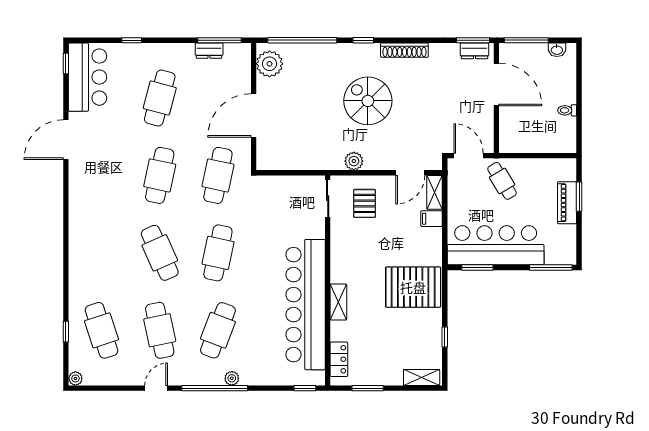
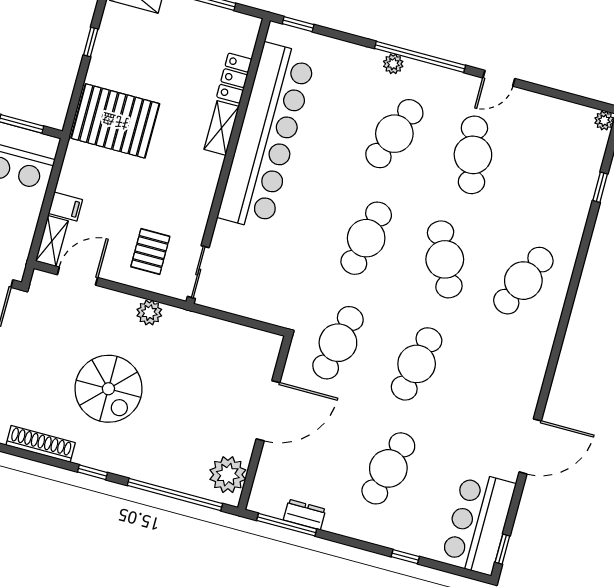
cafe table: (102, 330) -> (523, 281), moved, turned 42
locker: (339, 359) -> (234, 78), moved

